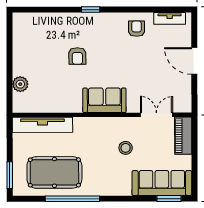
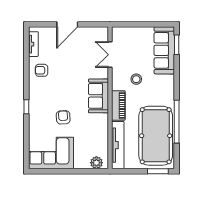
corner sofa: (32, 41) -> (51, 153), added
armchair: (77, 56) -> (63, 117), turned -94
plant: (20, 84) -> (96, 163), moved
piano: (183, 136) -> (118, 105), moved, turned -90
pool table: (54, 172) -> (156, 136), width x1.36, depth x1.32

